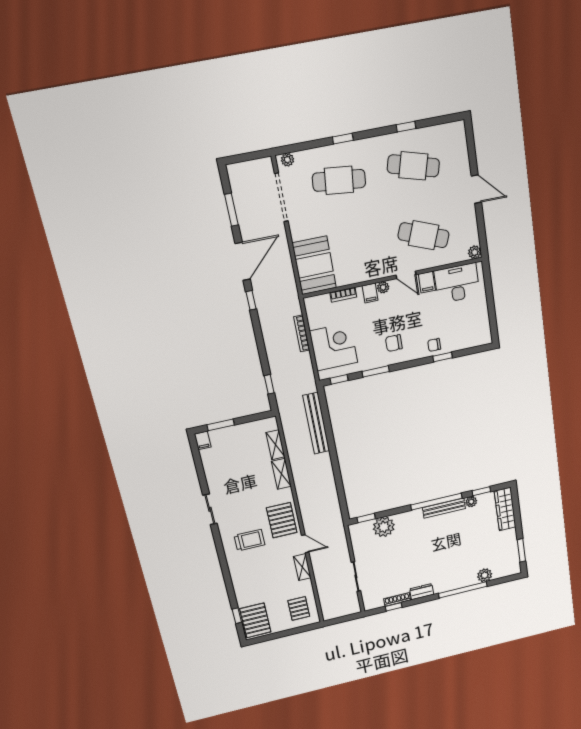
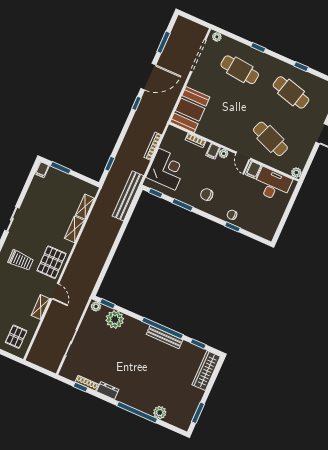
bench: (316, 423) -> (128, 196), moved
plant: (471, 502) -> (96, 307), moved

